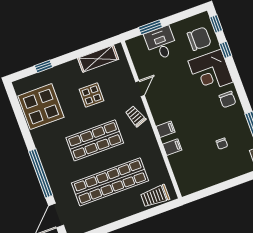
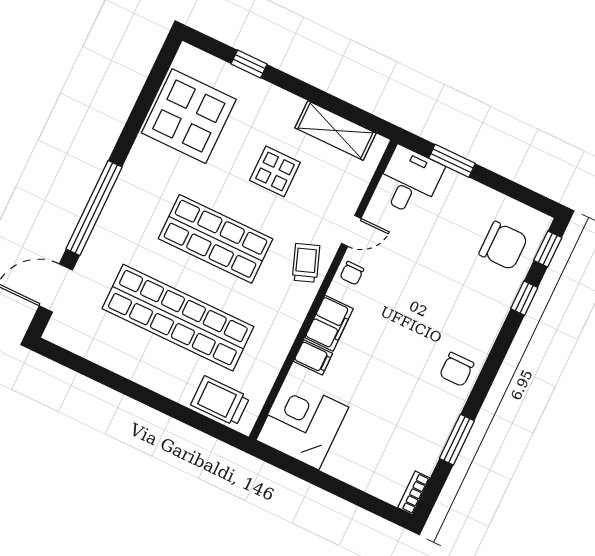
desk: (161, 43) -> (409, 181), moved
corner desk: (211, 72) -> (302, 424), moved, turned 90
filing cabinet: (165, 129) -> (329, 323), width x2.00
chair: (222, 144) -> (352, 273), moved

